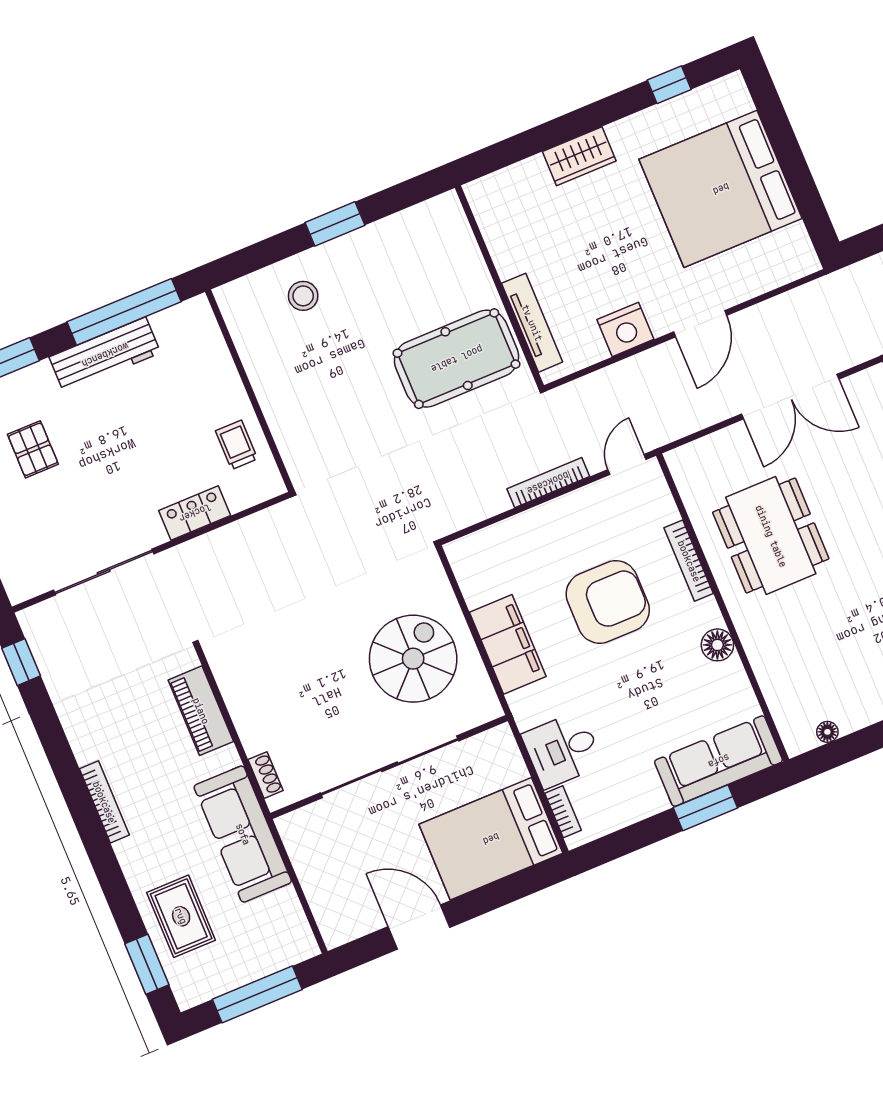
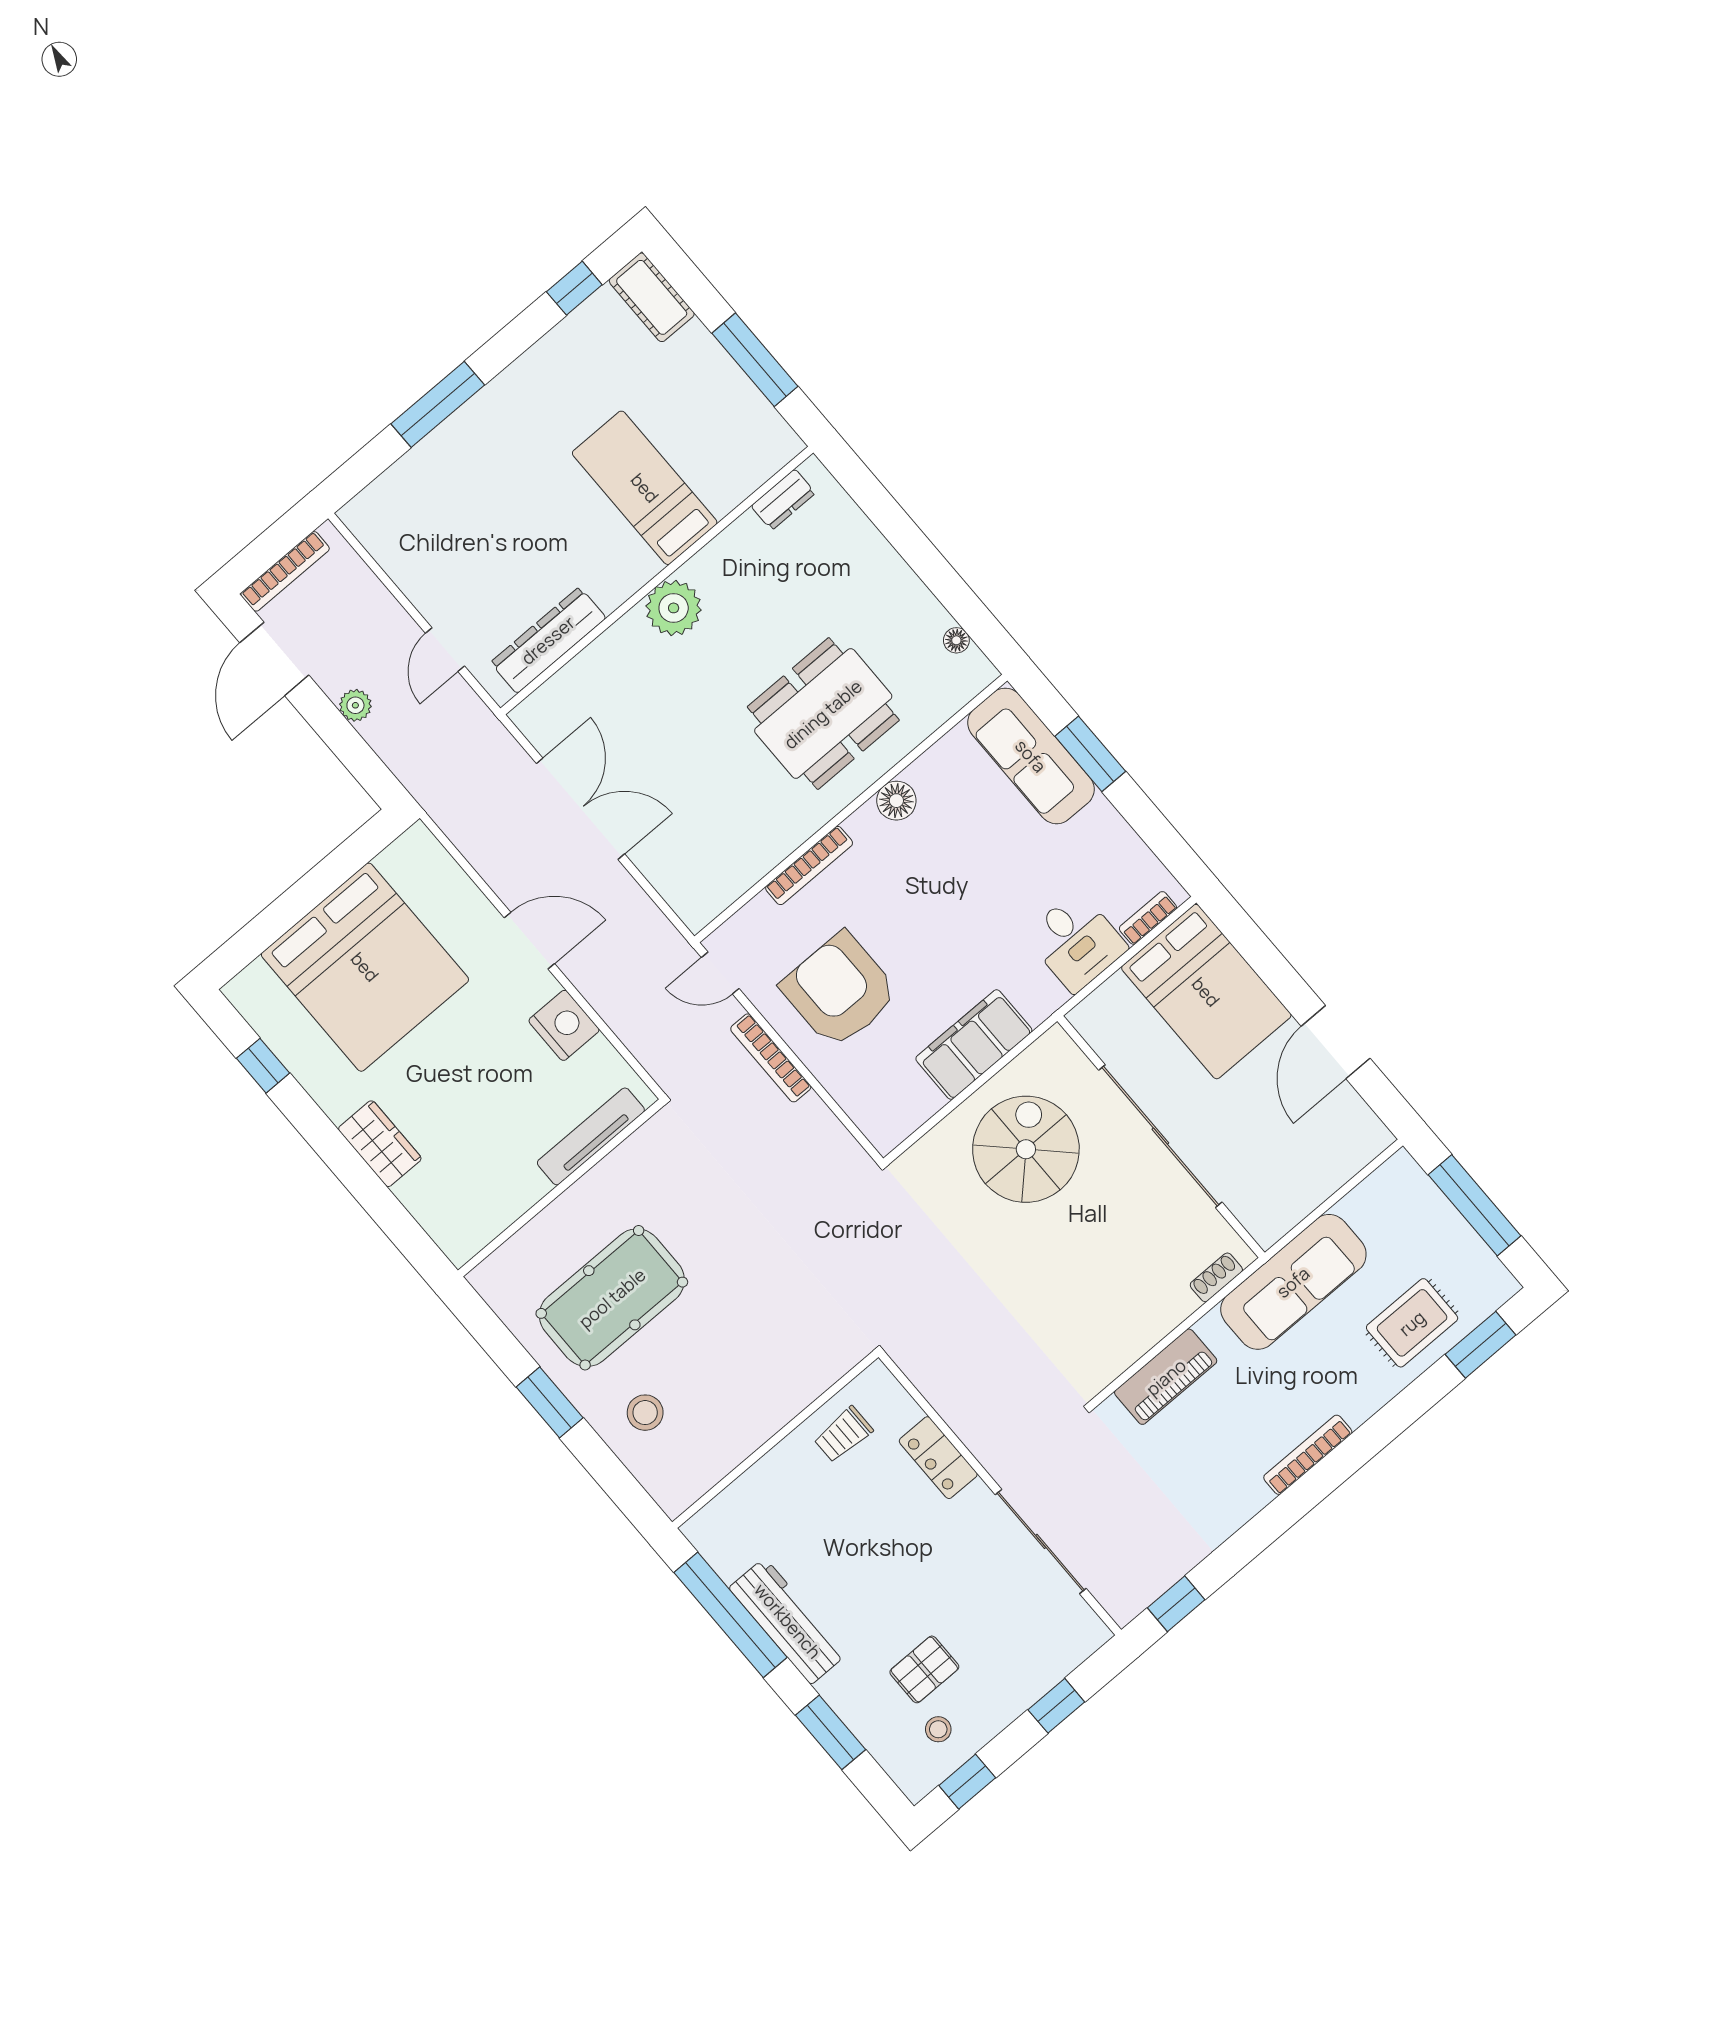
pool table: (457, 359) -> (612, 1298), moved, turned 90
dining table: (771, 536) -> (823, 714), moved
armchair: (608, 602) -> (840, 990), moved
spiral stairs: (413, 659) -> (1026, 1149), turned 90

